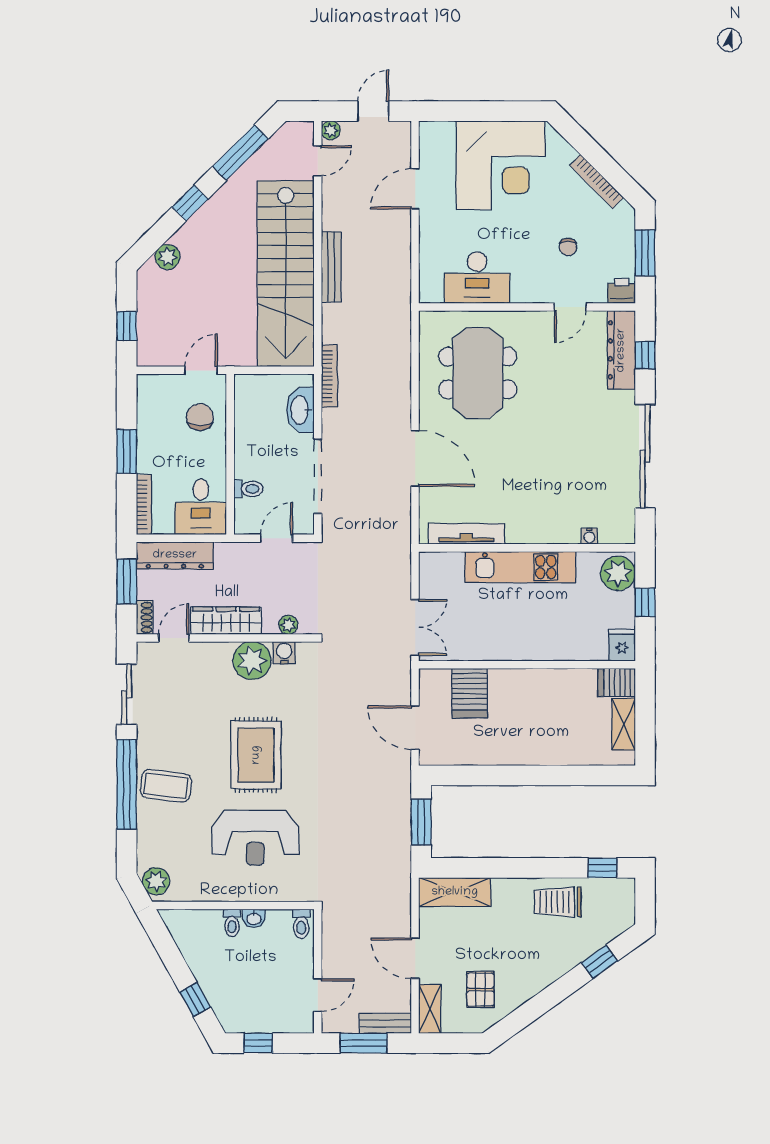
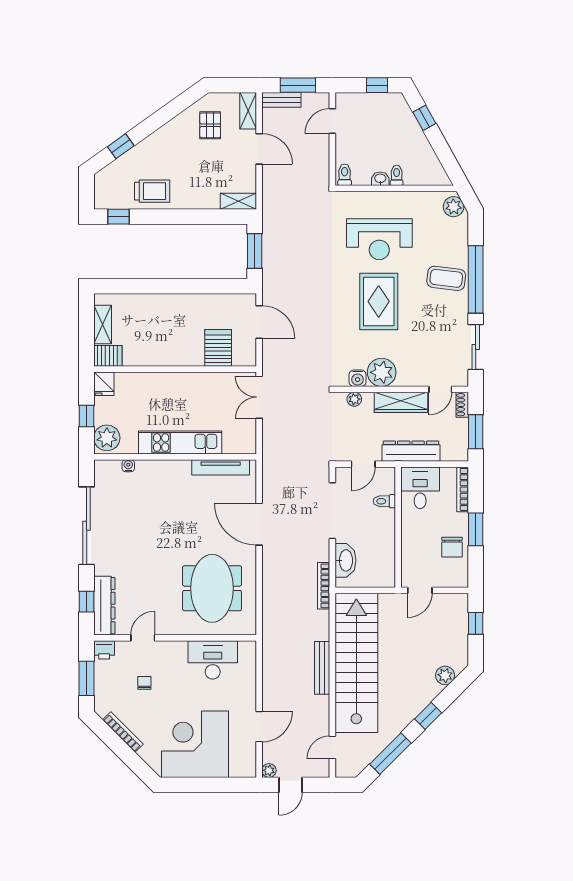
plant: (331, 130) -> (269, 770), moved
chair: (200, 417) -> (452, 547), moved
dresser: (175, 555) -> (411, 451), moved
reception desk: (255, 838) -> (379, 239), turned 180
shelving: (455, 892) -> (238, 201), width x0.67, depth x0.75

